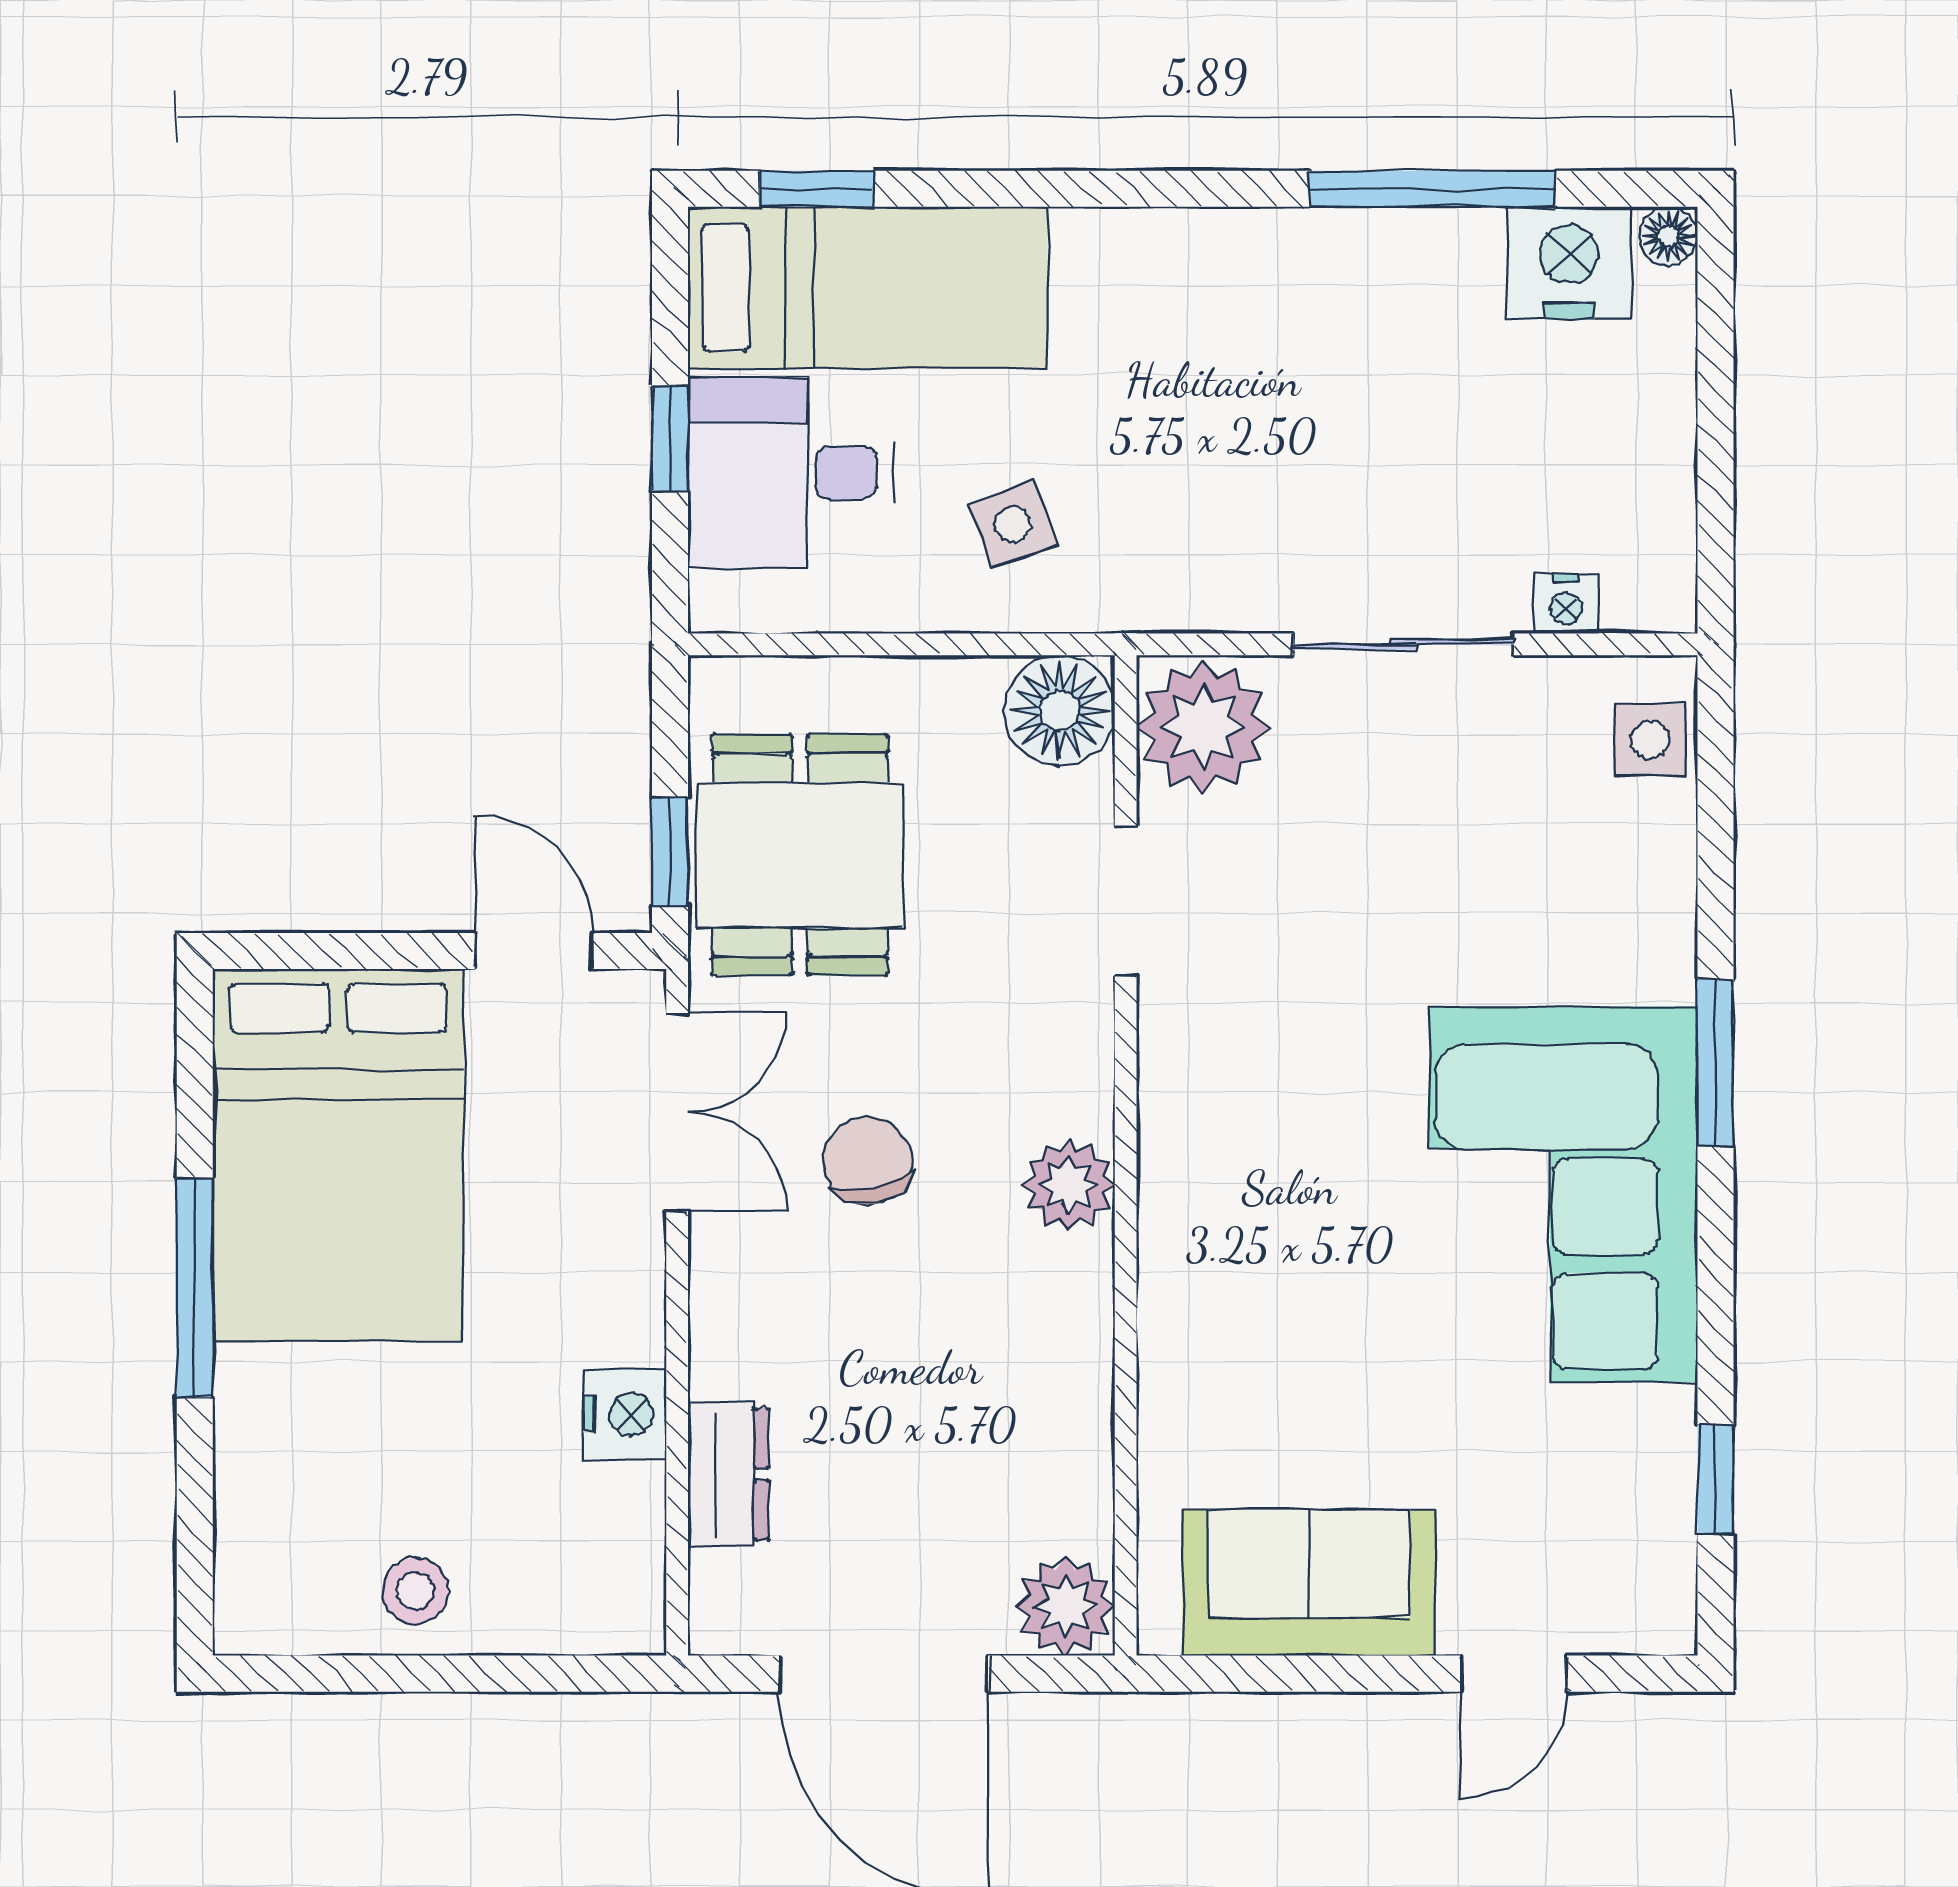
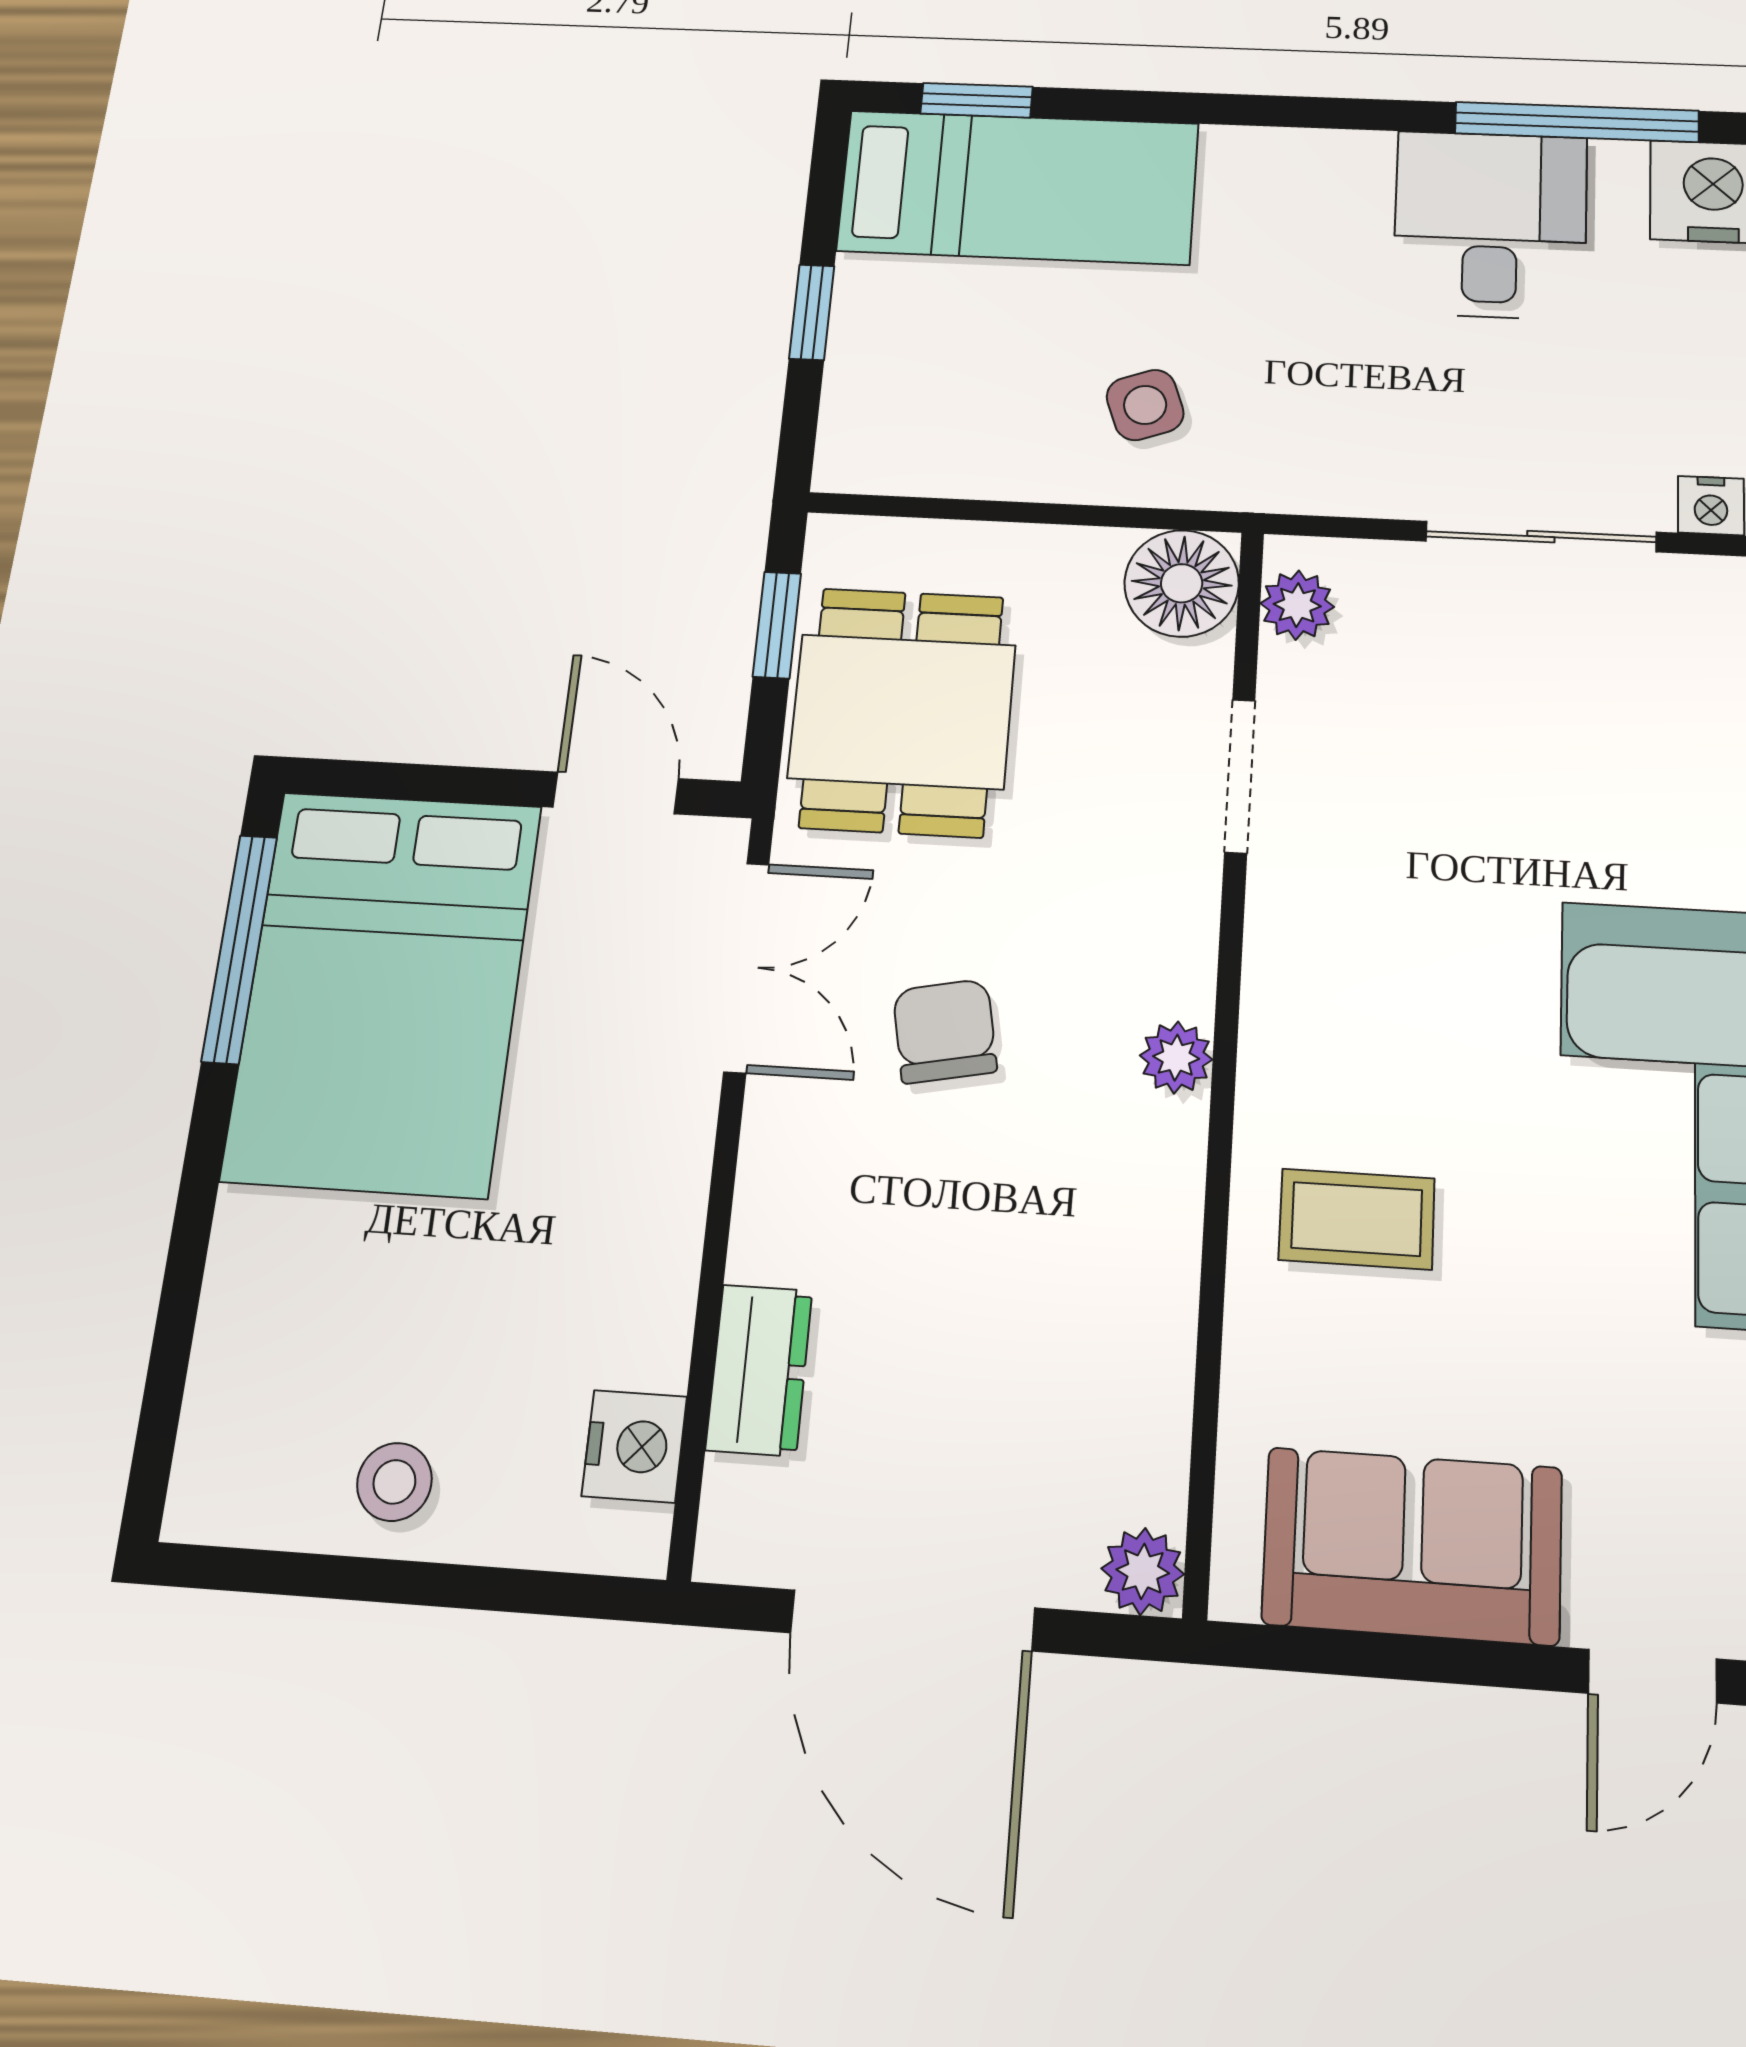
desk: (791, 473) -> (1490, 225), moved, turned 90
plant: (1203, 727) -> (1297, 605), width x0.53, depth x0.53
window: (670, 851) -> (777, 625), moved
plant: (1069, 1185) -> (1176, 1058), width x0.73, depth x0.73
window: (195, 1288) -> (240, 948), moved
coffee table: (1251, 1308) -> (1357, 1219), added
nightstand: (625, 1414) -> (634, 1446), moved
plant: (1065, 1606) -> (1143, 1571), width x0.73, depth x0.73

